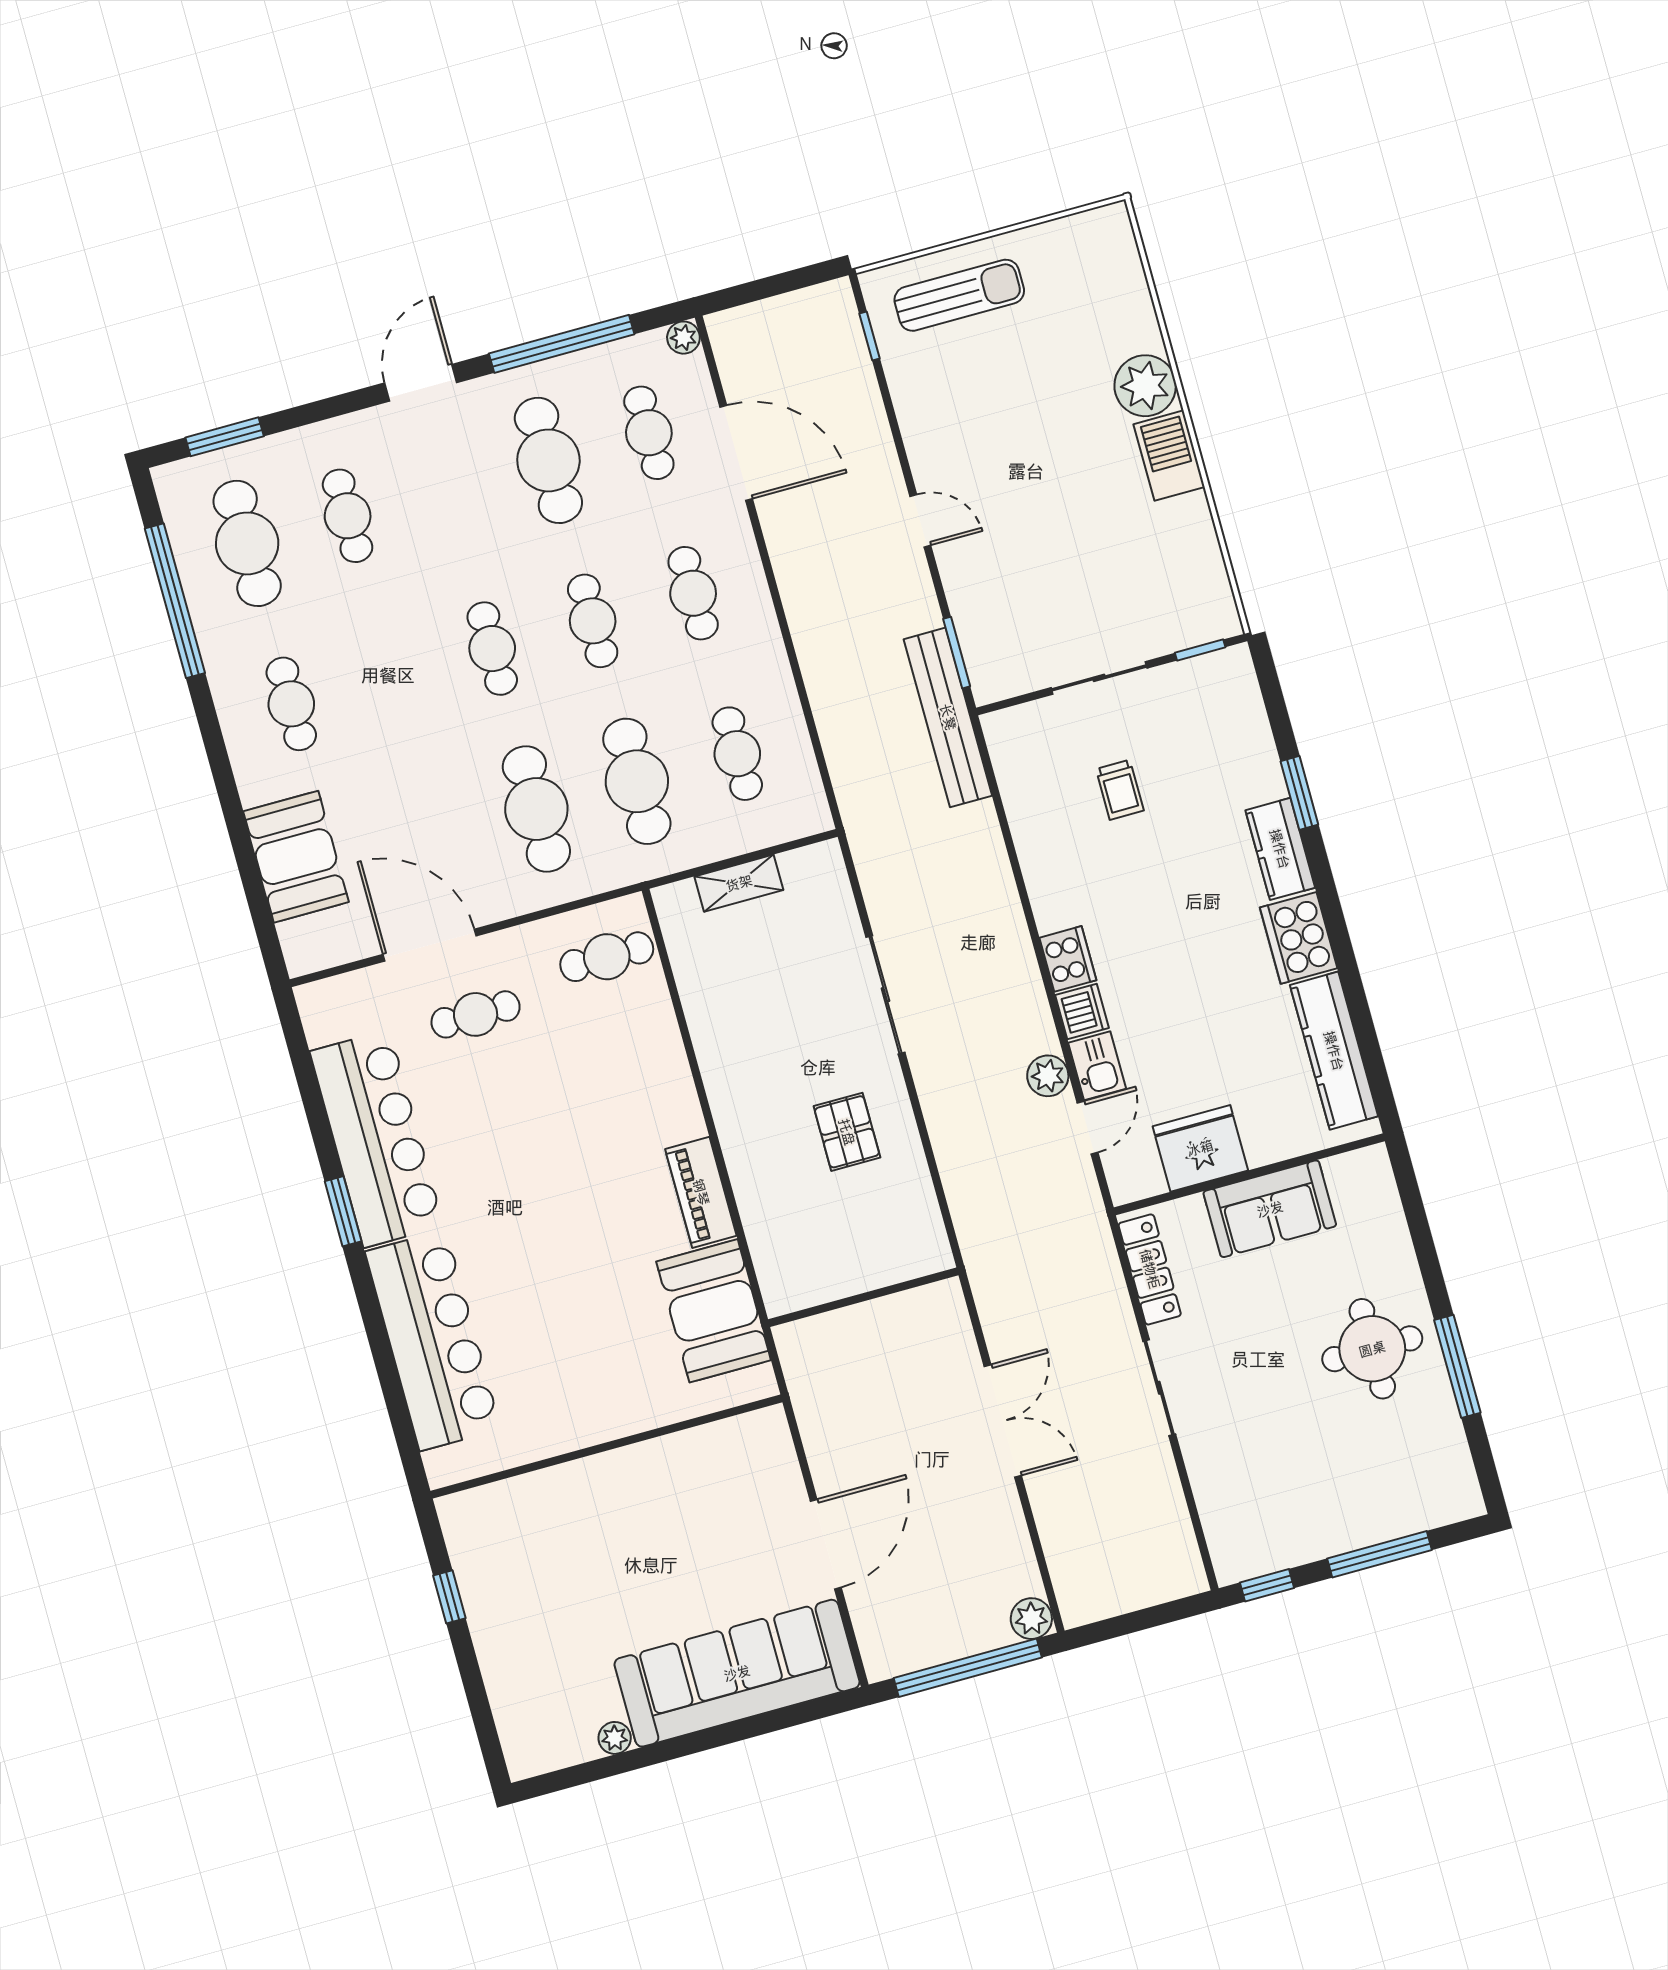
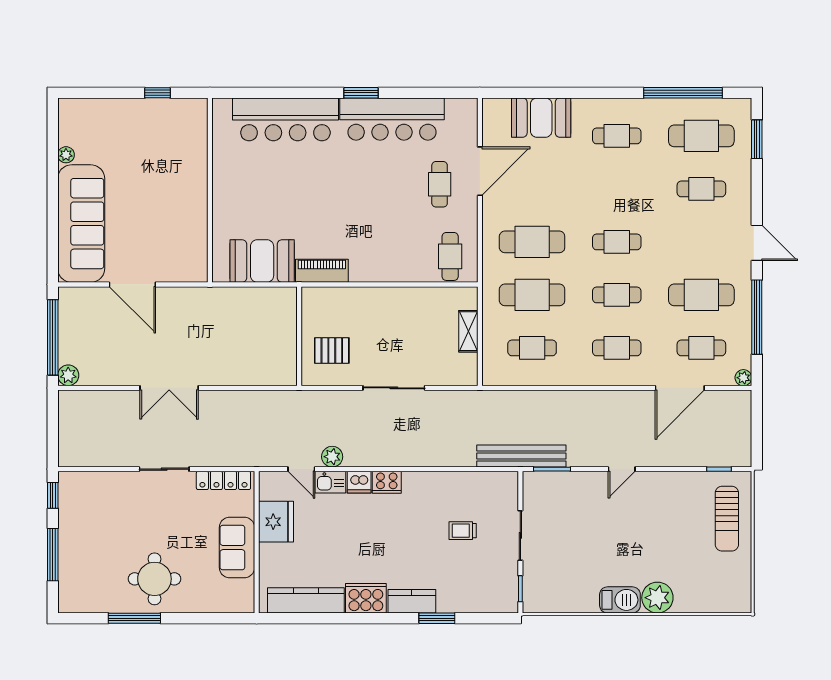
wall: (863, 1297) -> (299, 336), moved

